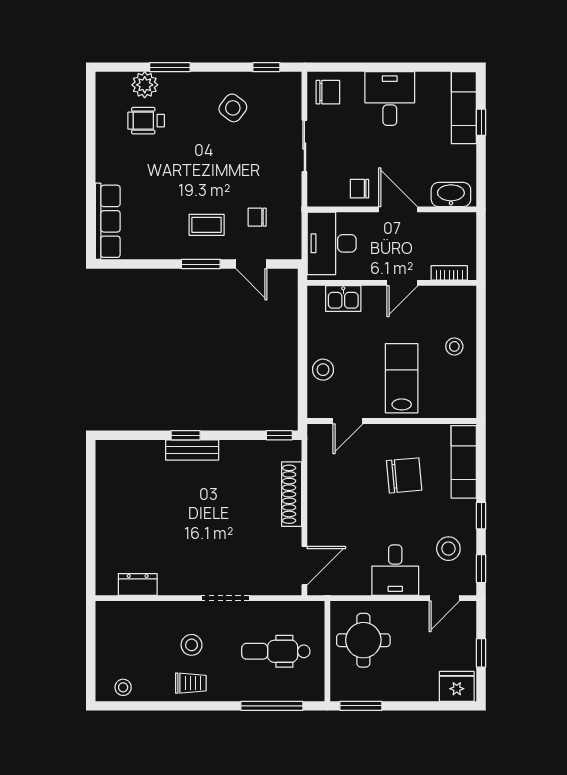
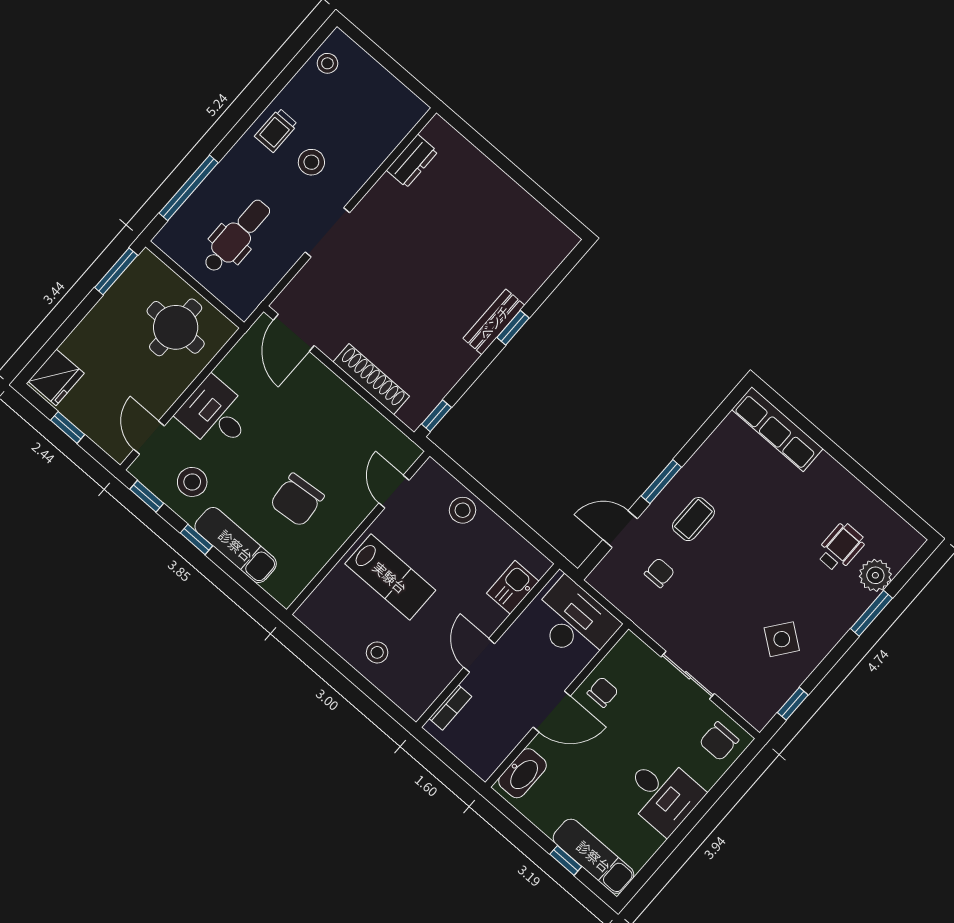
exam couch: (464, 462) -> (236, 545), moved

